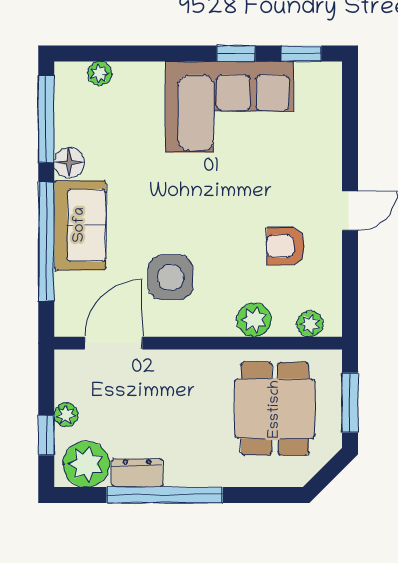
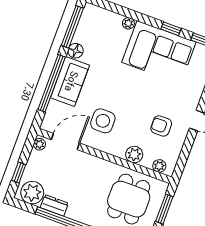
plant: (100, 73) -> (128, 23), moved
plant: (66, 415) -> (39, 144), moved

